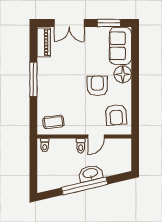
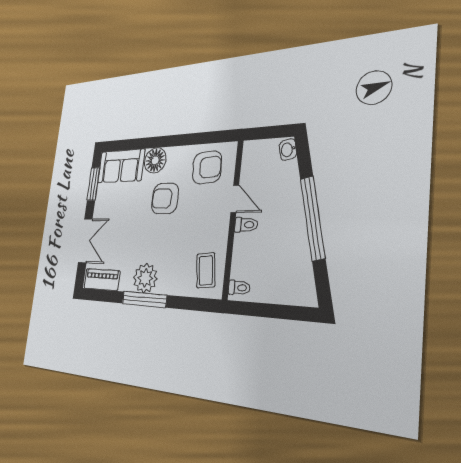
plant: (47, 78) -> (145, 278), added
washbasin: (90, 173) -> (288, 150), moved, width x0.52, depth x0.69

